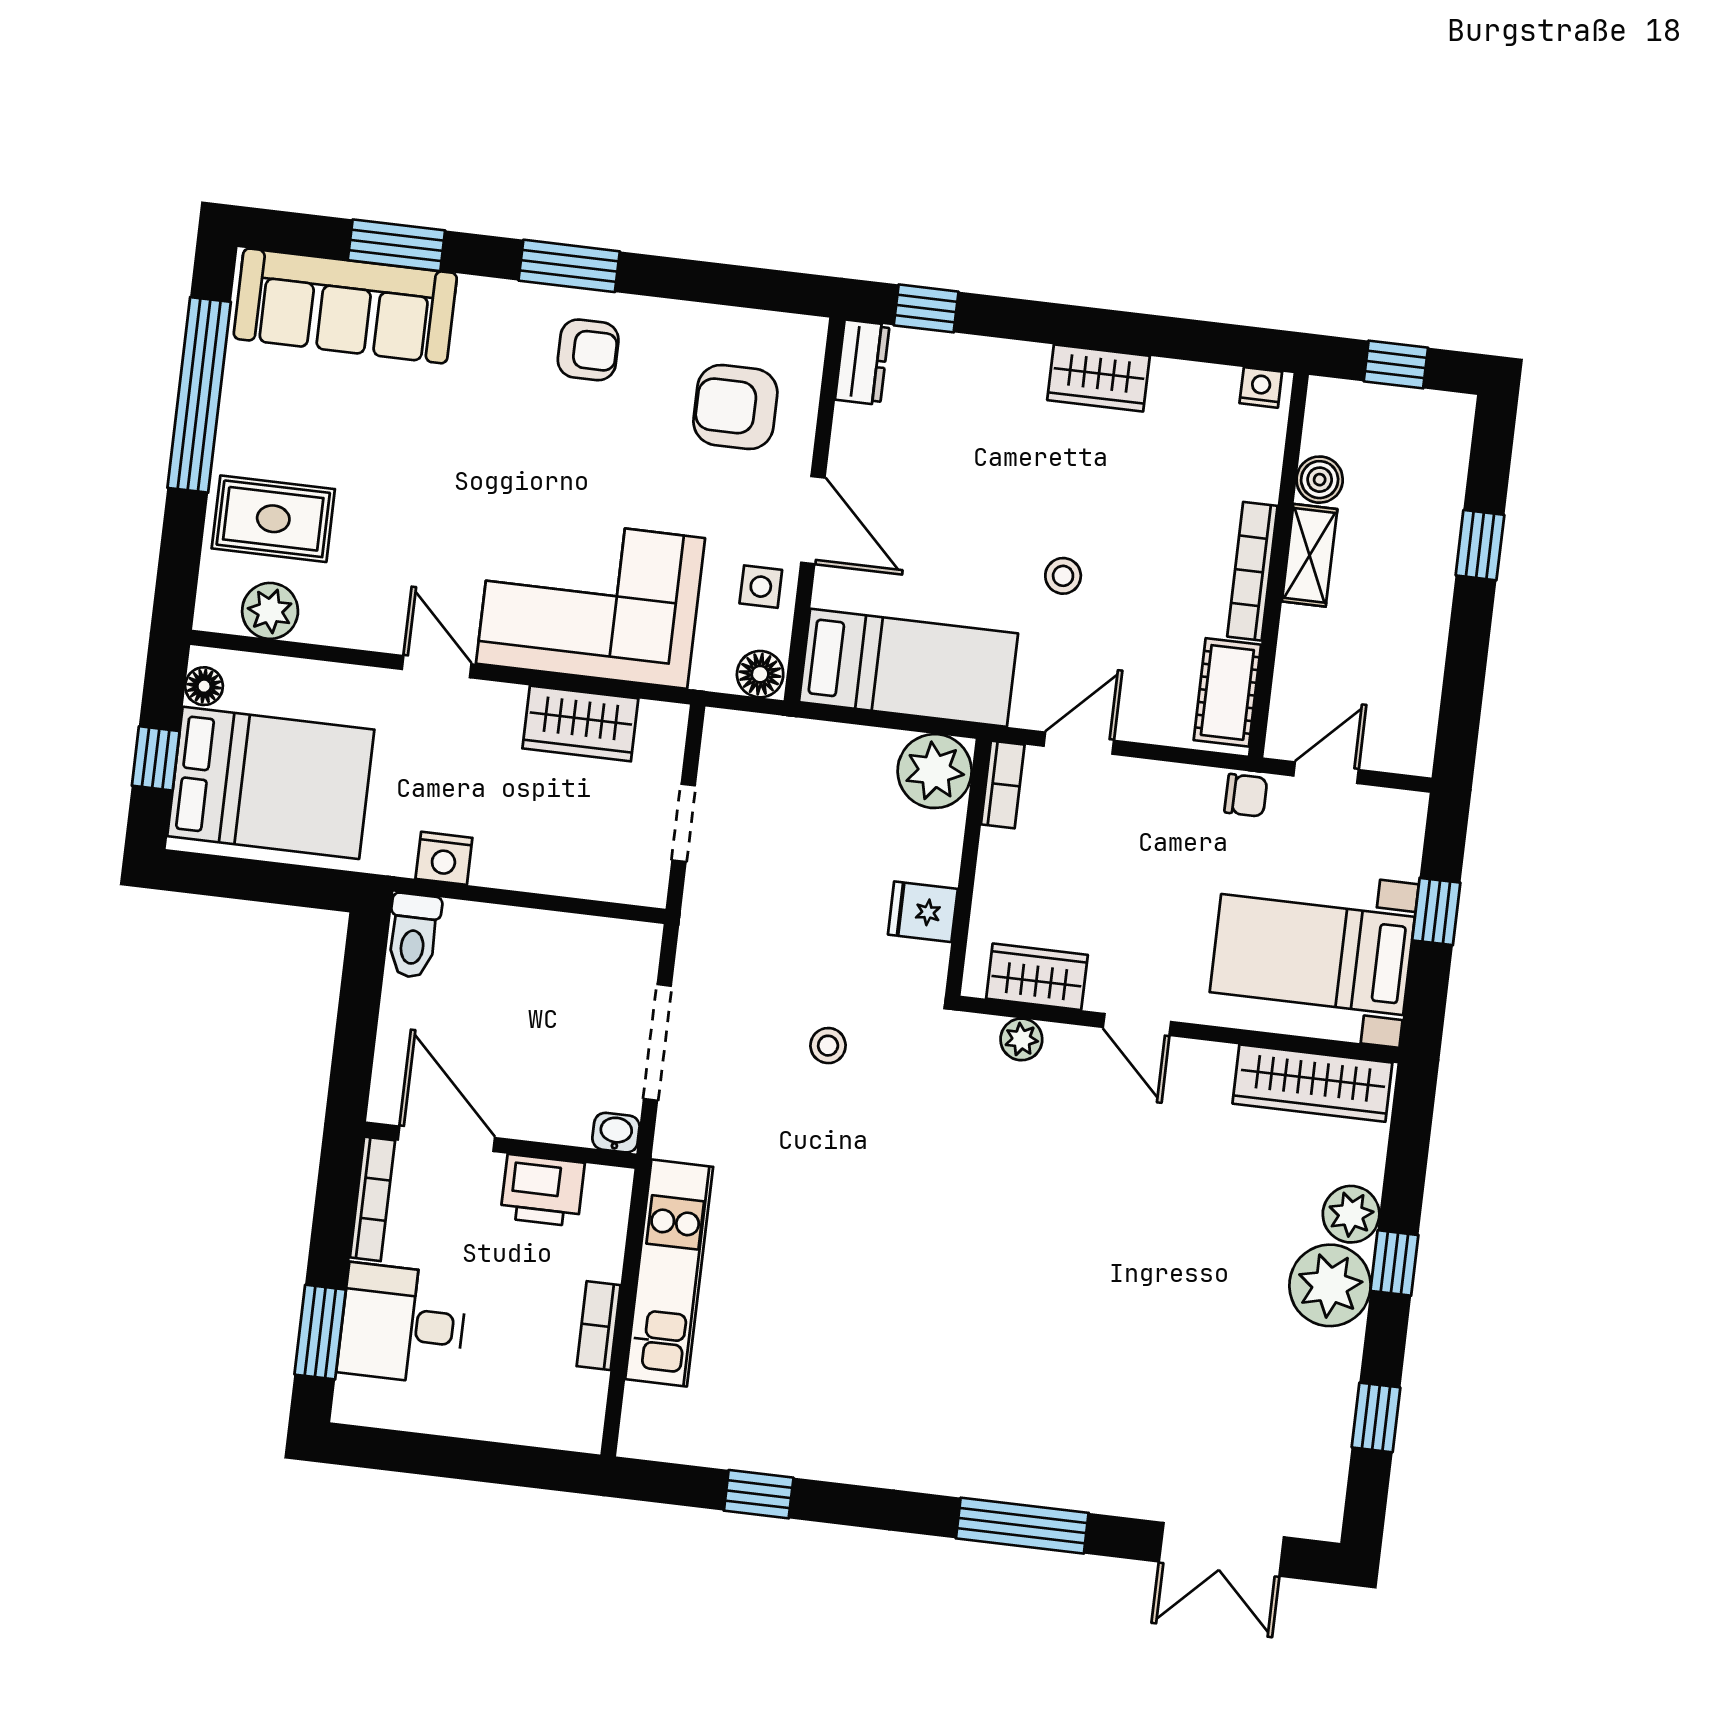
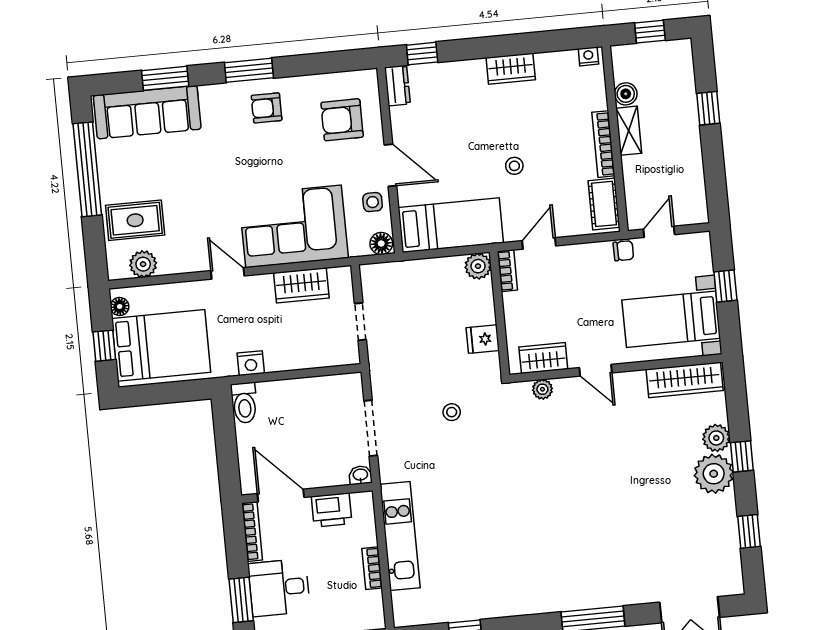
armchair: (588, 350) -> (267, 108), turned 180
plant: (935, 771) -> (478, 266), width x0.73, depth x0.73

